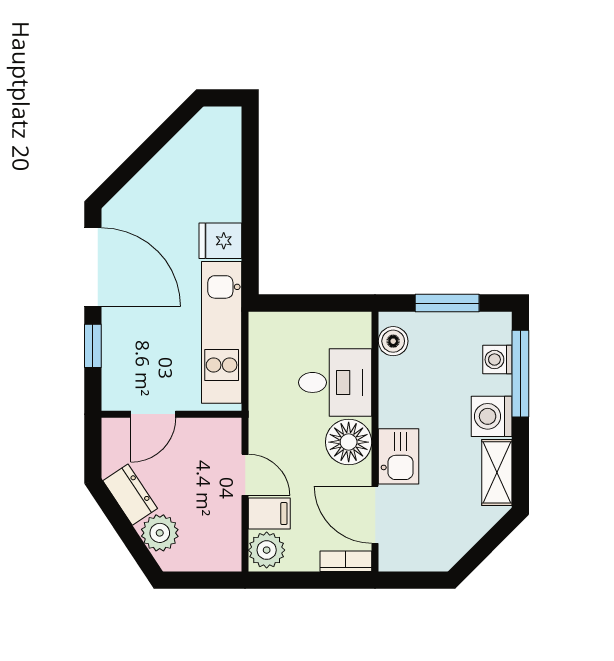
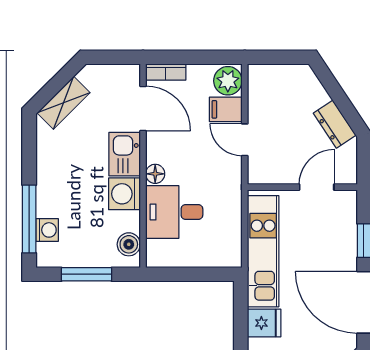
washing machine: (492, 416) -> (124, 194), moved, turned 180
floor lamp: (349, 442) -> (155, 174), width x0.53, depth x0.53
shelving: (497, 472) -> (64, 103), moved, turned 45
plant: (160, 533) -> (312, 94), removed

